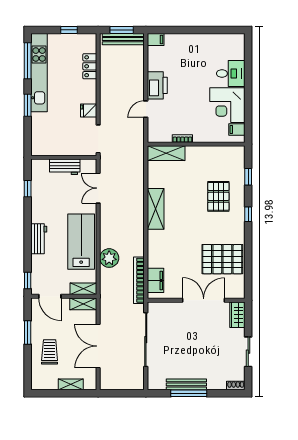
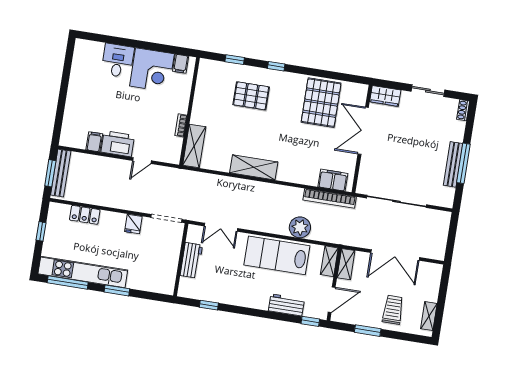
filing cabinet: (156, 39) -> (94, 142), moved
door: (146, 109) -> (142, 161), hinge flipped
workbench: (39, 239) -> (286, 305), moved
trolley: (50, 352) -> (393, 310), turned 90
shelving: (71, 384) -> (429, 316), moved

